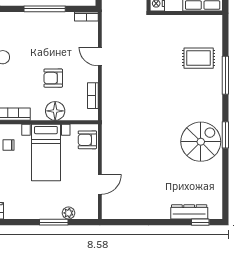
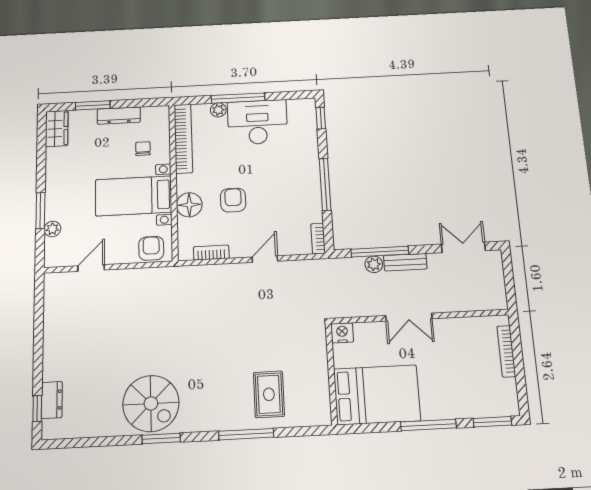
door: (100, 184) -> (91, 268), swing flipped
dresser: (189, 212) -> (52, 400), width x0.70

